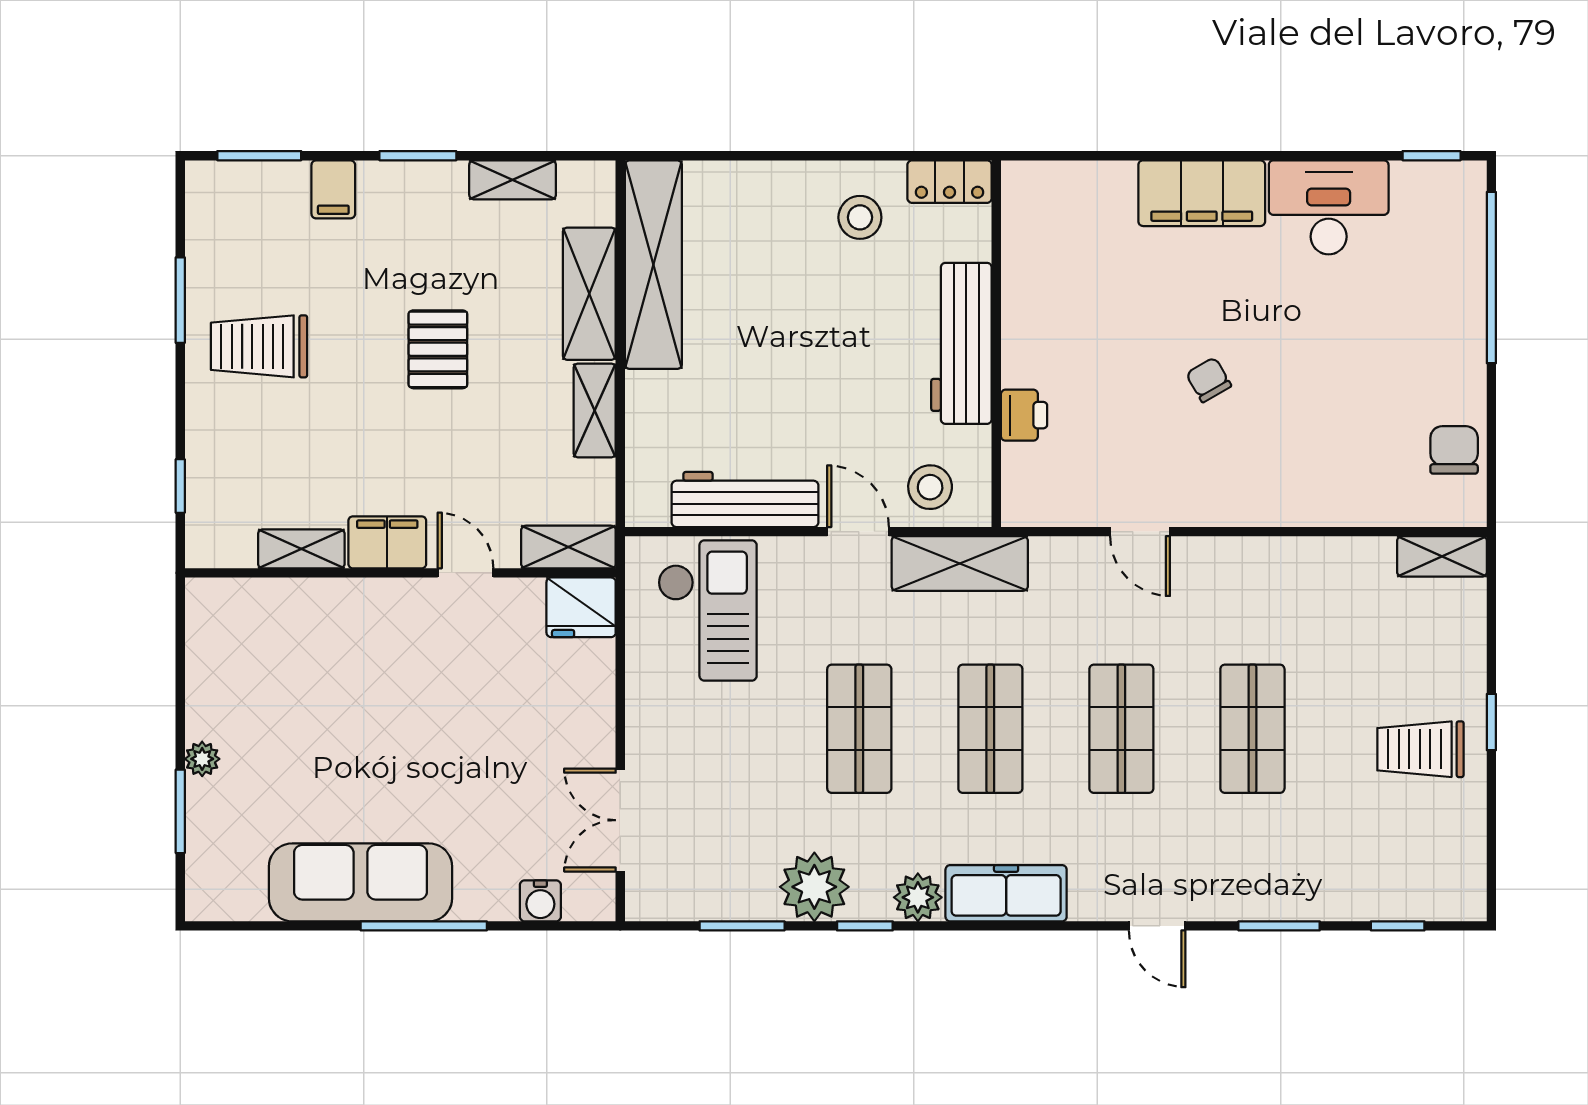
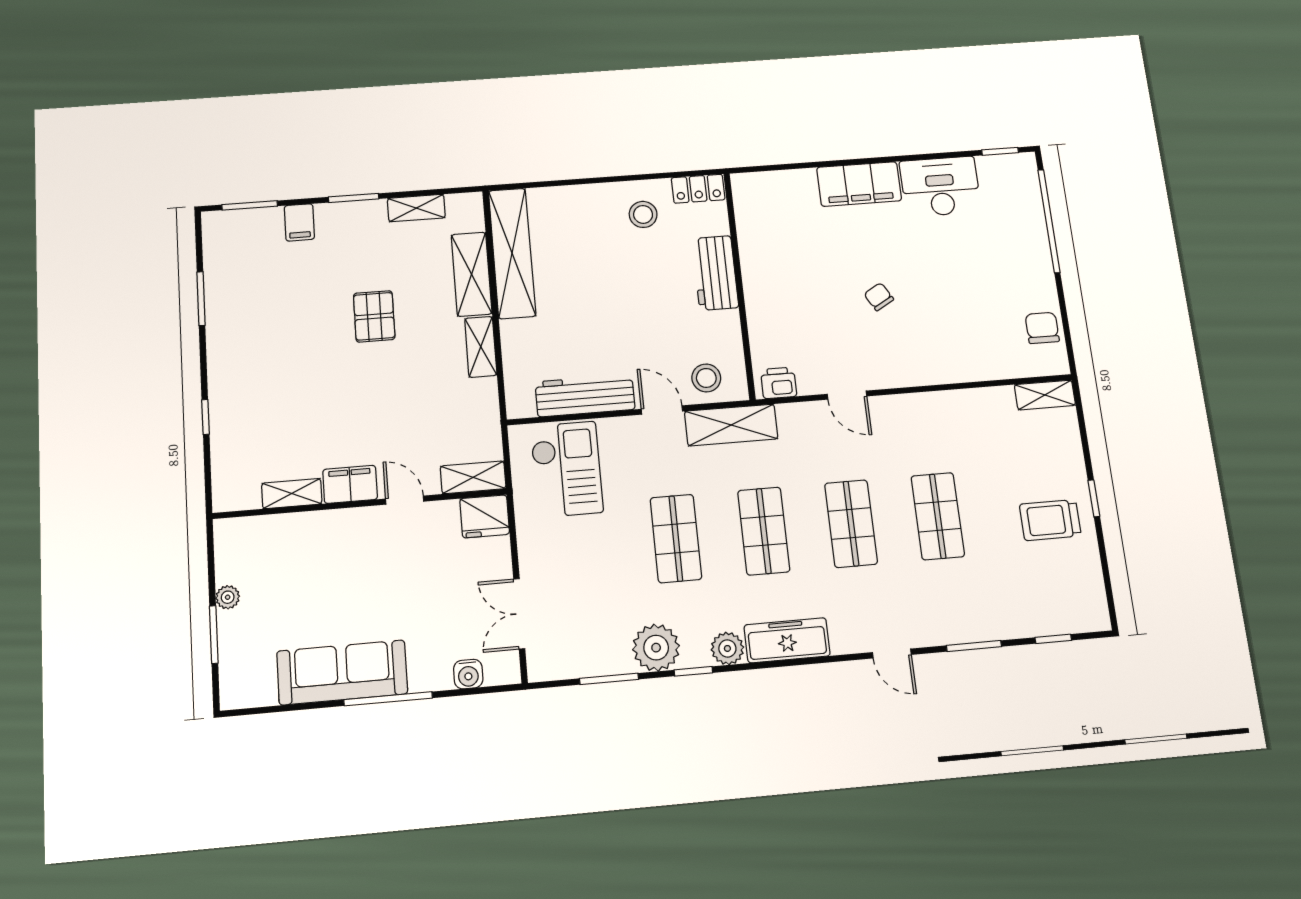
workbench: (961, 343) -> (715, 273), width x0.73
trolley: (259, 346) -> (255, 324), removed
printer: (1024, 415) -> (779, 383), moved, turned -90
filing cabinet: (387, 542) -> (350, 484), moved
shelving: (568, 547) -> (473, 477), moved
shelving: (301, 549) -> (292, 494), moved
wall: (400, 573) -> (360, 504), moved
door: (466, 573) -> (405, 500), moved
fridge: (581, 607) -> (485, 516), moved

